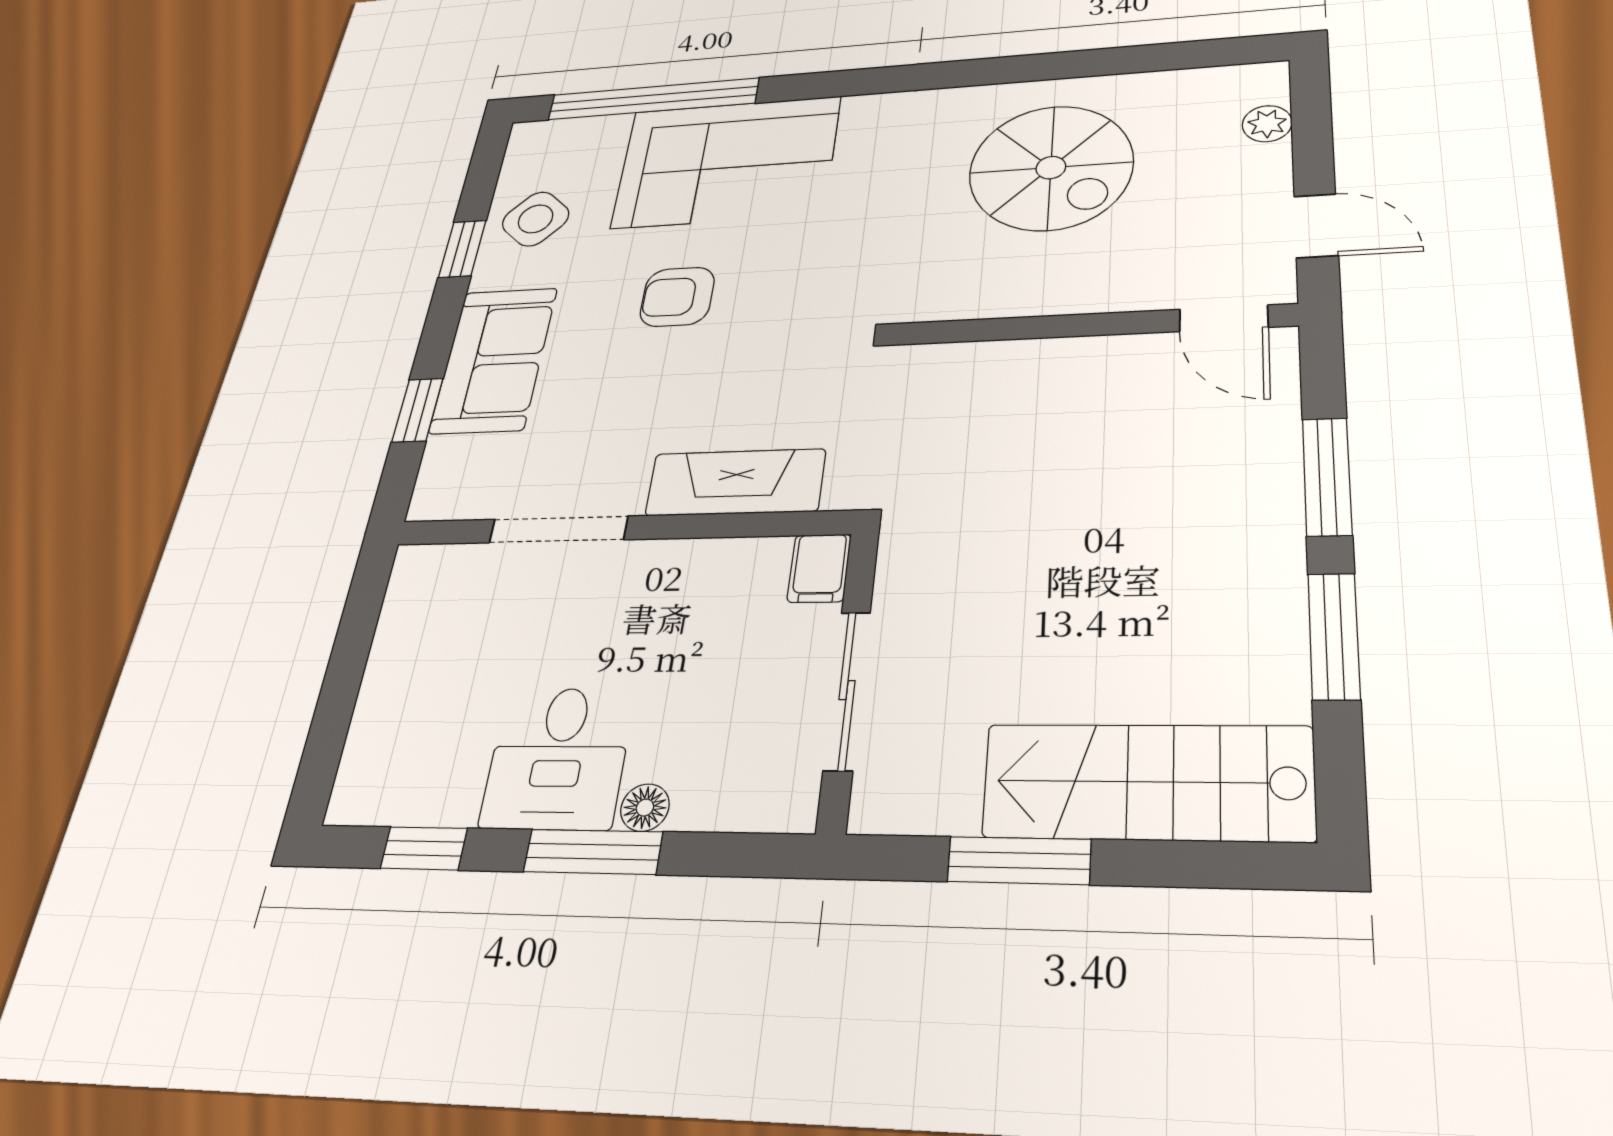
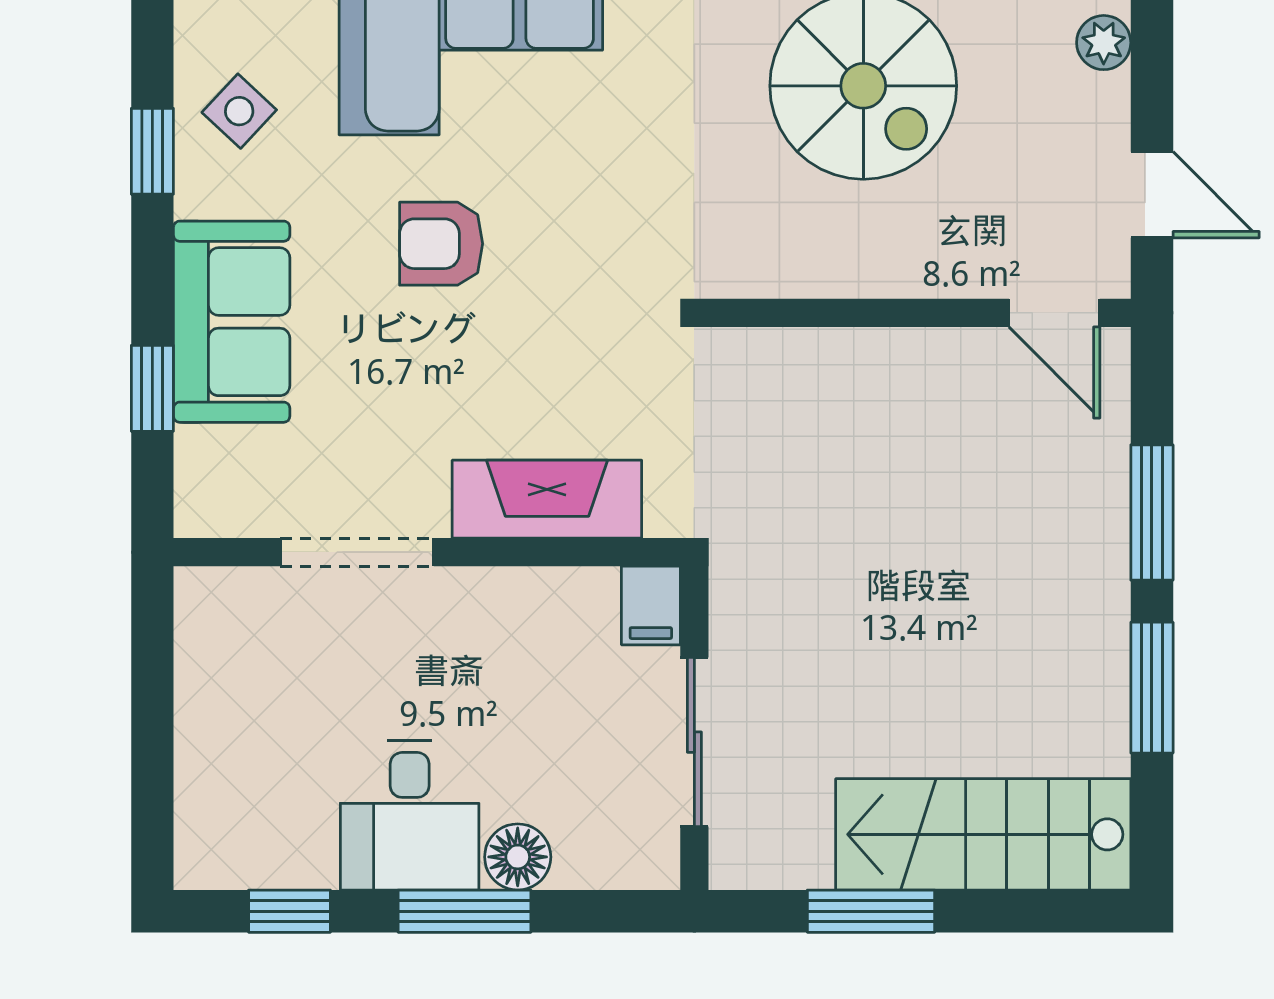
side table: (536, 219) -> (239, 111), width x0.73, depth x0.73
floor lamp: (645, 808) -> (518, 857), width x1.37, depth x1.37

